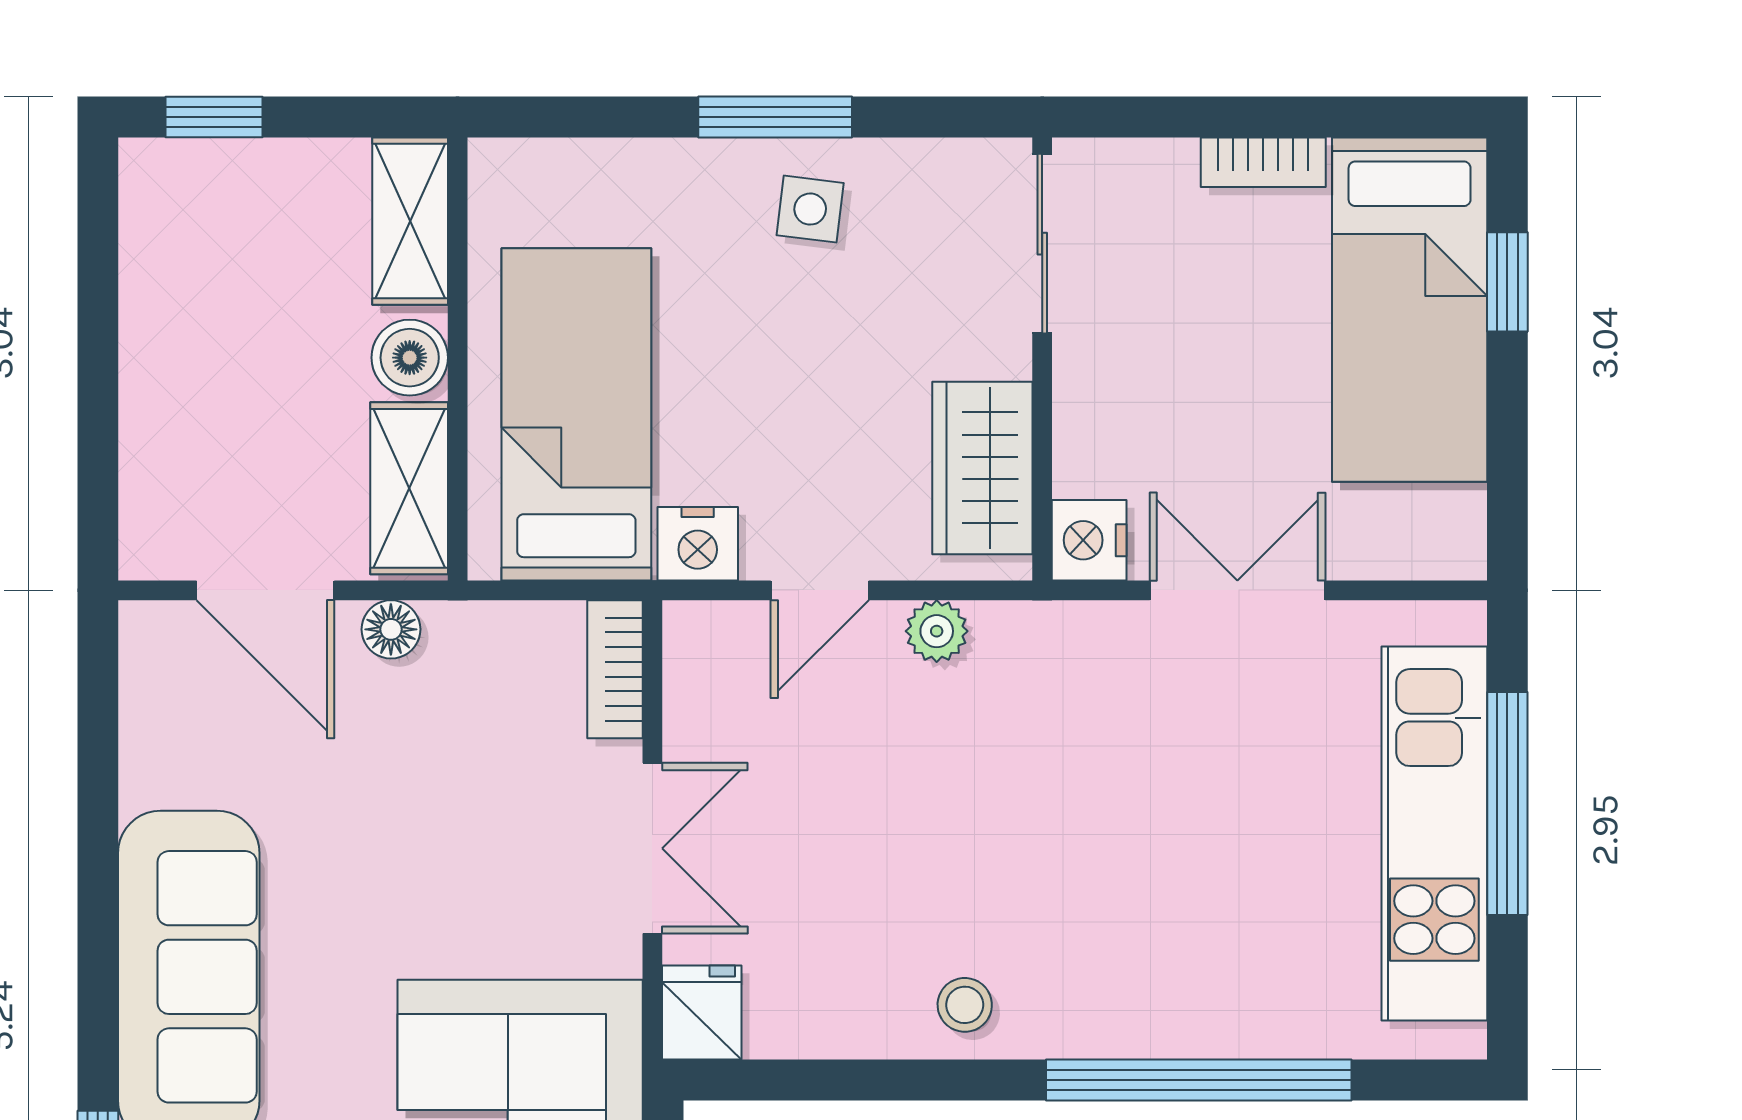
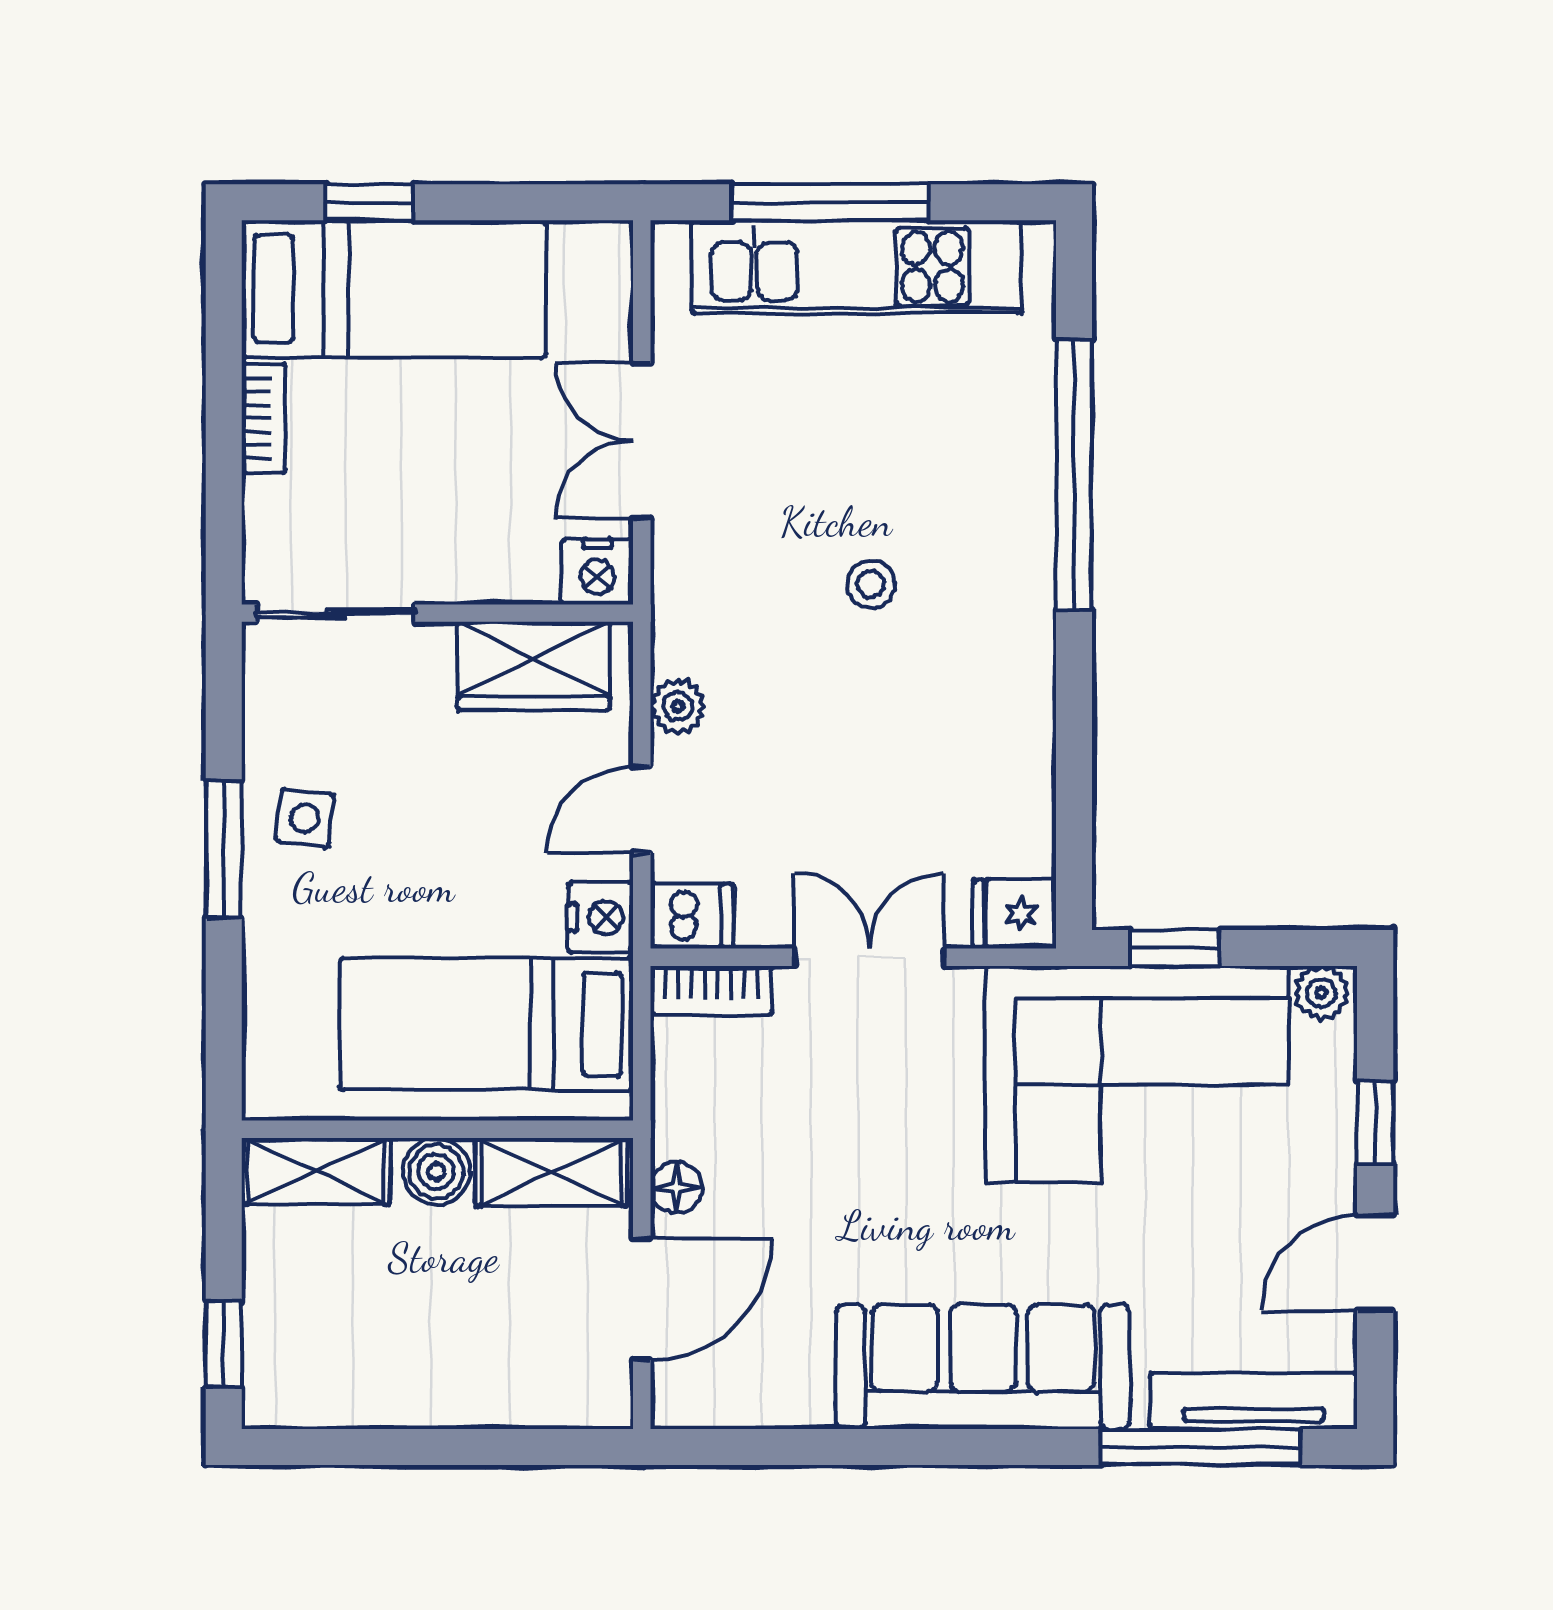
door: (820, 590) -> (642, 809), swing flipped
dishwasher: (699, 648) -> (692, 916), added
stool: (965, 1005) -> (871, 584), moved

